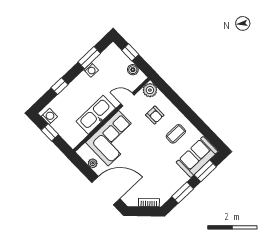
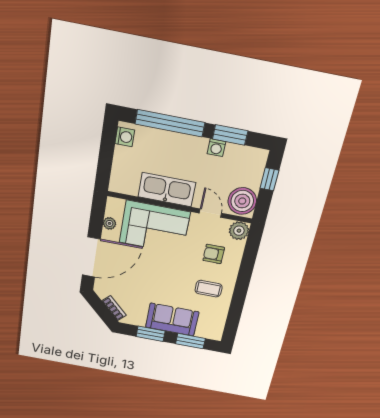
boiler: (133, 70) -> (242, 201), width x1.86, depth x1.86
window: (60, 86) -> (170, 123), width x3.17
armchair: (155, 115) -> (214, 254), turned 90
window: (50, 132) -> (107, 151), removed
sofa: (197, 157) -> (172, 320), moved
door: (106, 191) -> (91, 257), hinge flipped

